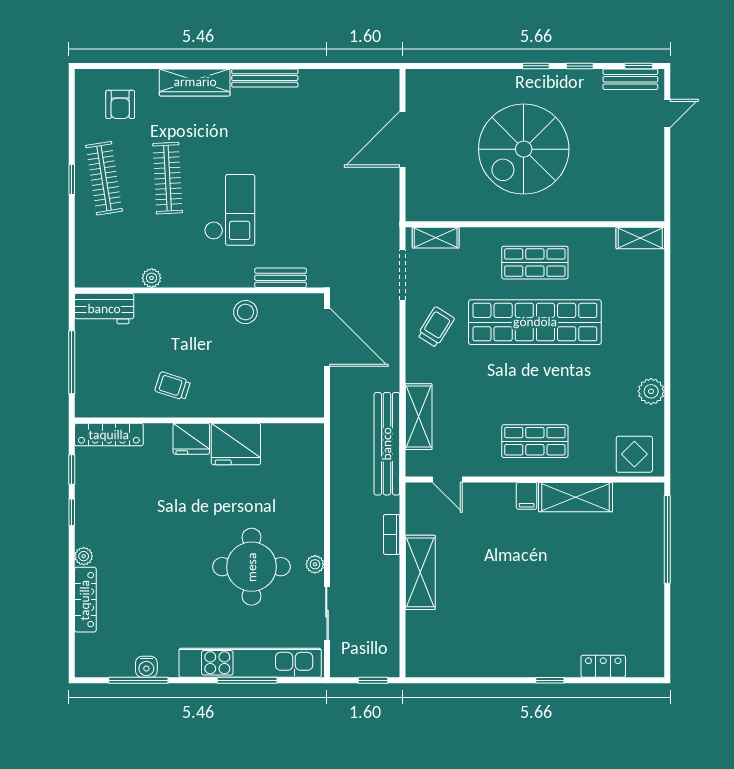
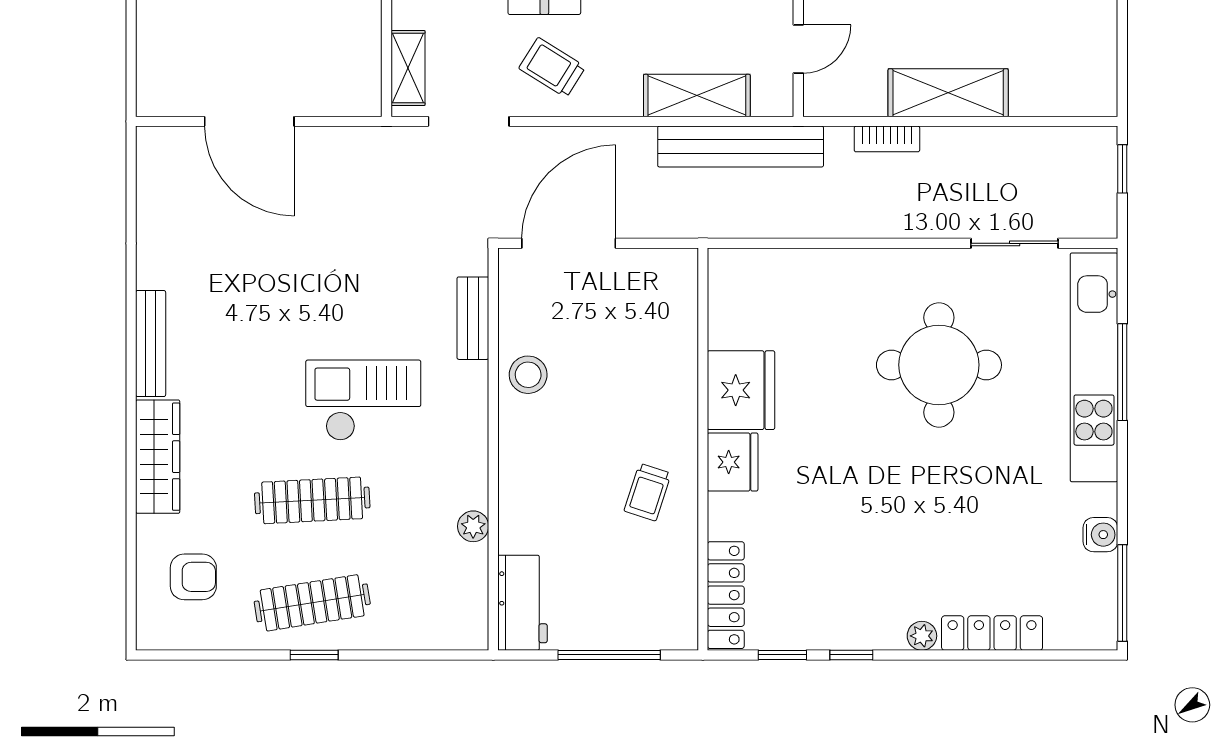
plant: (315, 564) -> (935, 263), removed
window: (138, 680) -> (1122, 593), moved

